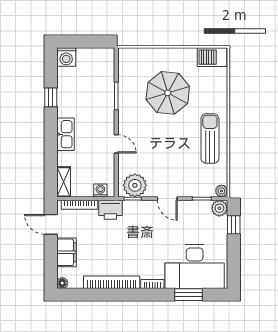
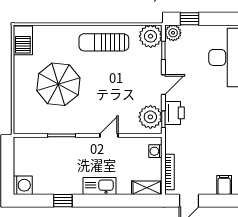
plant: (221, 191) -> (151, 36), width x1.88, depth x1.88
printer: (110, 210) -> (175, 113), moved
filing cabinet: (66, 252) -> (224, 185), width x0.50

